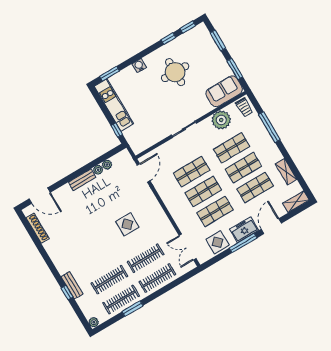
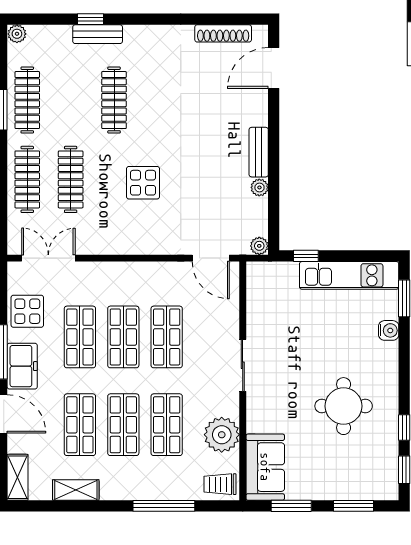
water cooler: (139, 66) -> (389, 330), moved
plant: (107, 165) -> (259, 246), moved
clothes rail: (109, 280) -> (114, 100), moved

